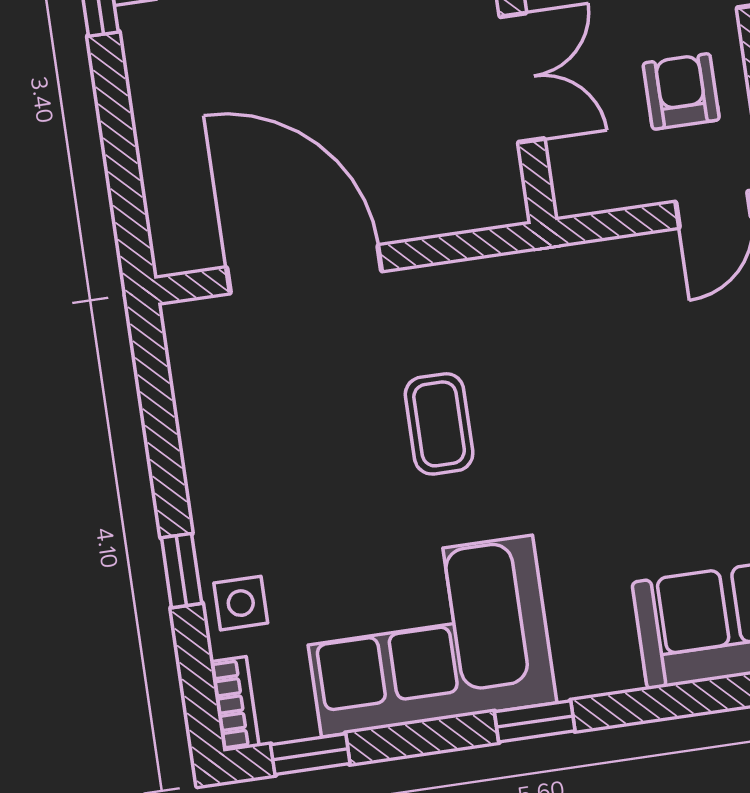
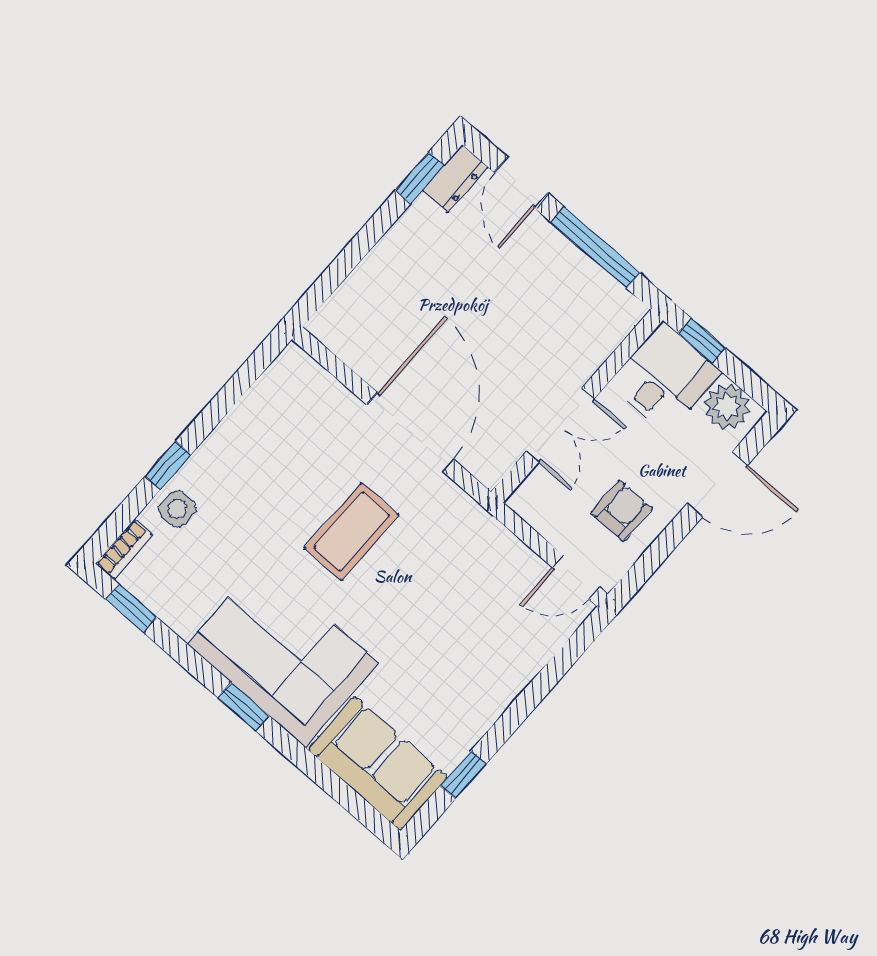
door: (304, 269) -> (410, 432), moved
coffee table: (439, 424) -> (351, 532), width x1.36, depth x1.30
corner sofa: (427, 636) -> (283, 654), moved

